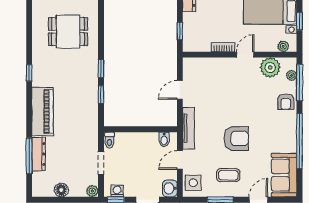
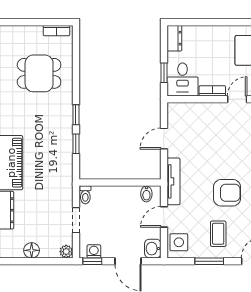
desk: (196, 37) -> (183, 79), added
coffee table: (228, 175) -> (218, 234), turned 90

